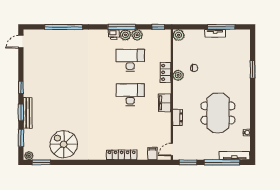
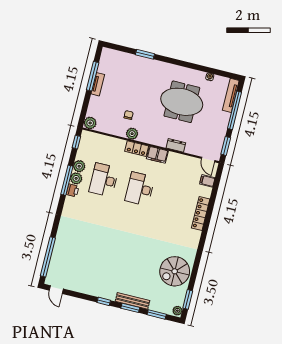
window: (64, 27) -> (48, 257), moved
locker: (166, 72) -> (137, 149), moved

